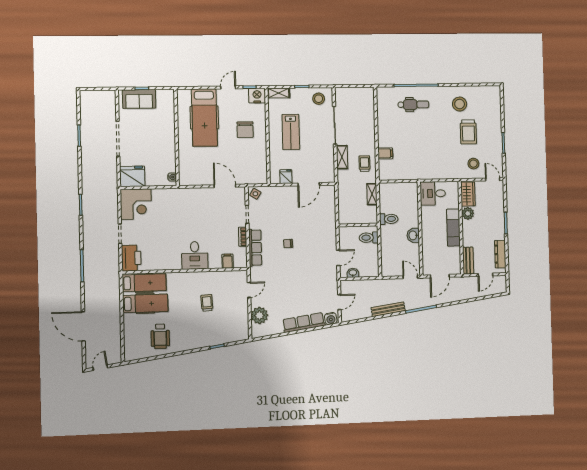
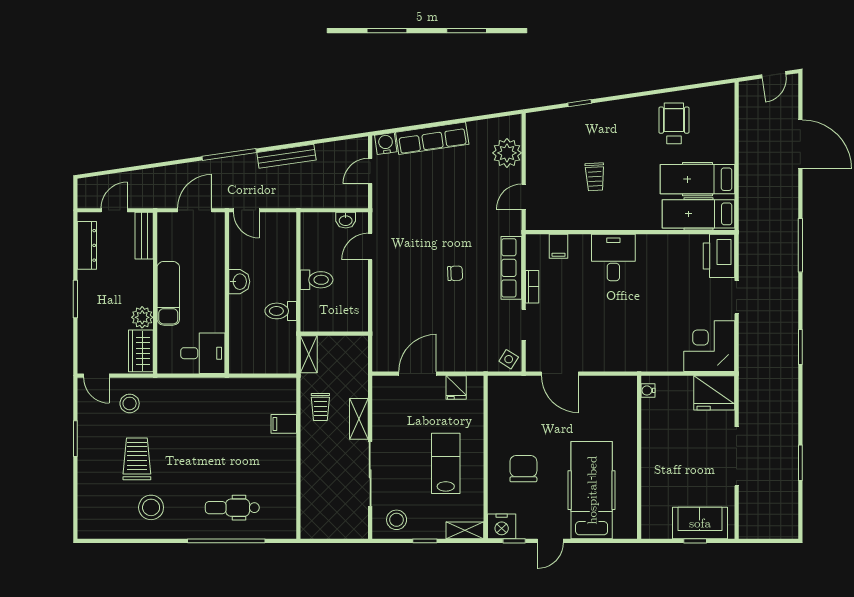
wall: (358, 225) -> (334, 334), moved

